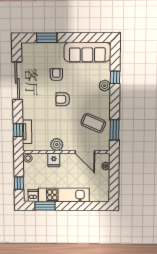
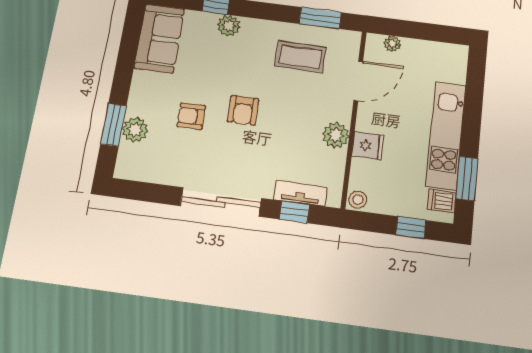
plant: (46, 49) -> (135, 130), added
sofa: (87, 52) -> (159, 39), width x0.73
sliding door: (17, 81) -> (221, 202), moved
coffee table: (93, 123) -> (300, 57), turned 68

